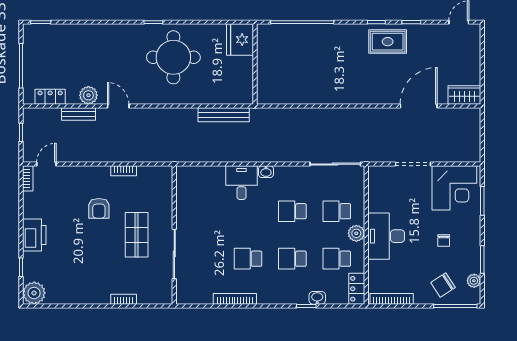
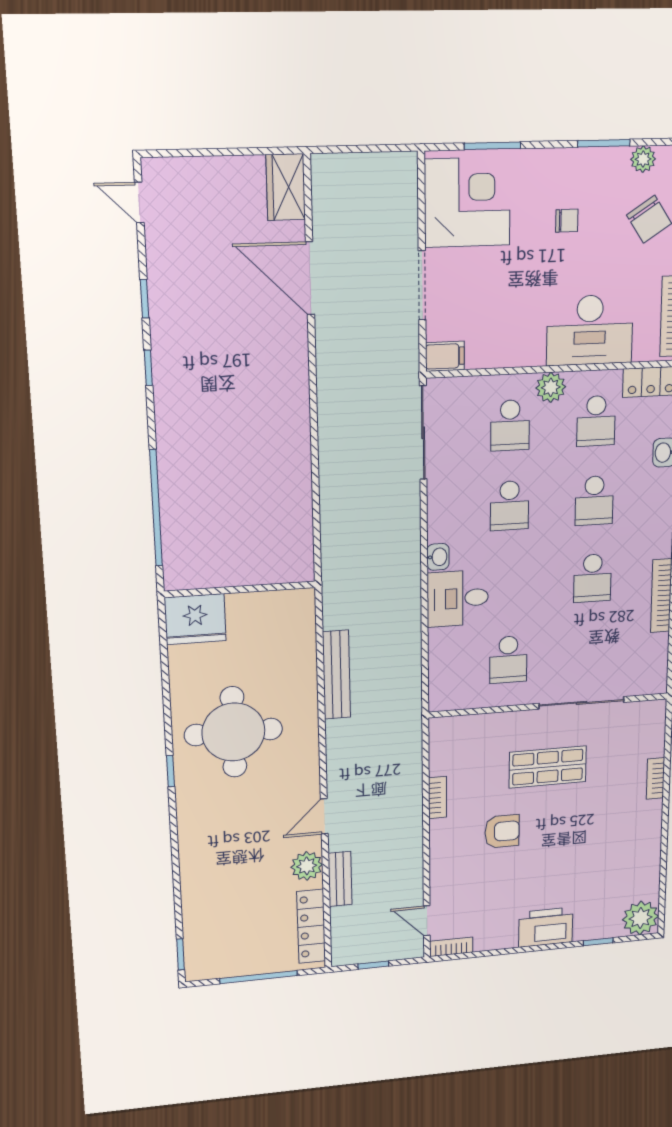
rug: (388, 42) -> (186, 344), removed
locker: (50, 97) -> (311, 926), width x1.53
bench: (224, 115) -> (336, 675), moved
filing cabinet: (375, 176) -> (445, 356), added
school desk: (204, 211) -> (508, 660), added
desk: (386, 236) -> (590, 330), moved

